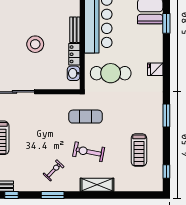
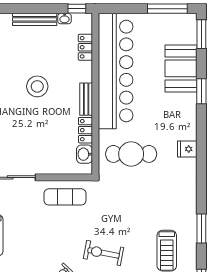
stool: (35, 44) -> (37, 86), moved
window: (166, 115) -> (201, 229), moved
exercise mat: (85, 117) -> (65, 197), moved

